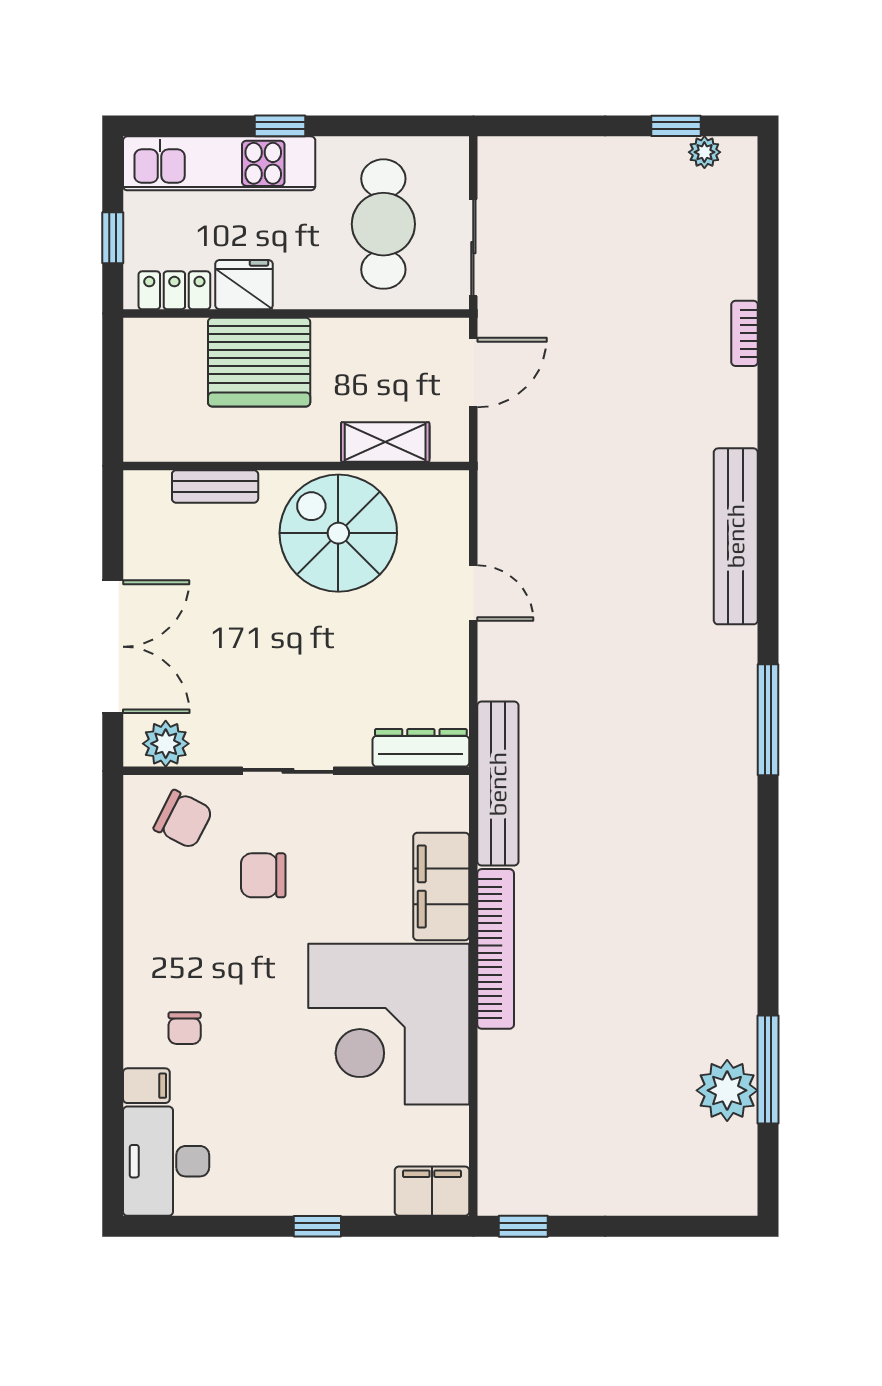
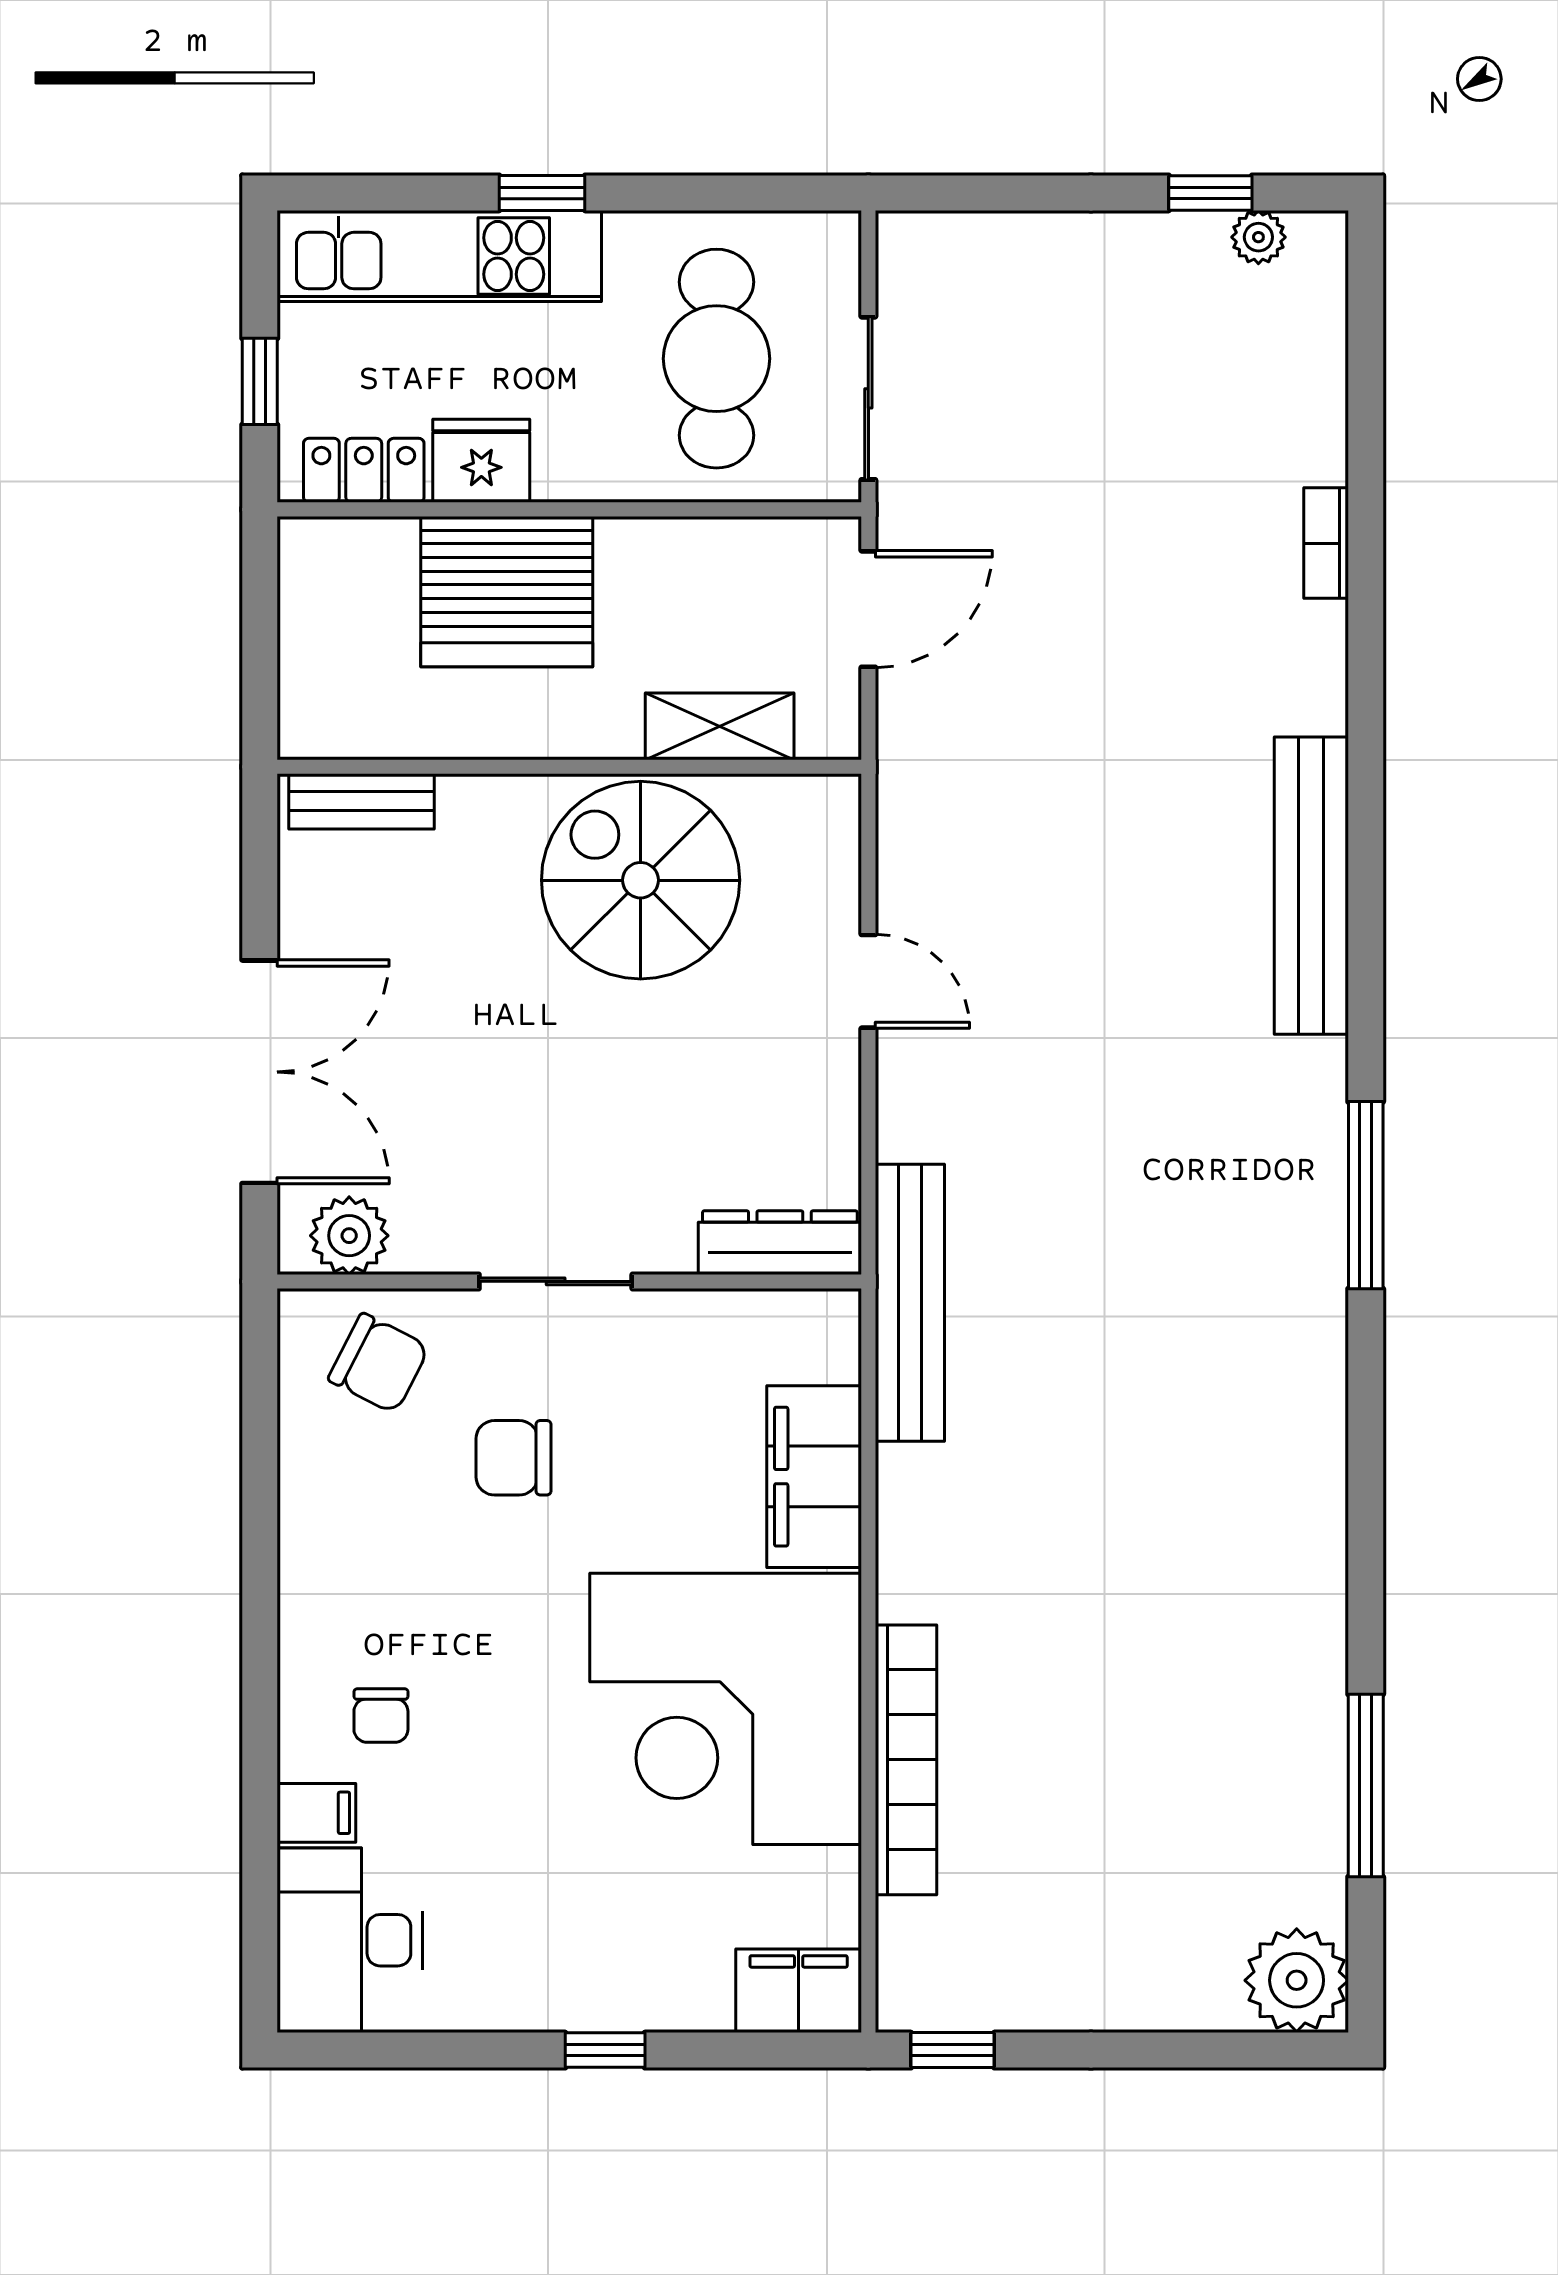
bench: (215, 486) -> (362, 801), moved
bookcase: (496, 949) -> (906, 1760), moved
plant: (727, 1090) -> (1297, 1980), moved

